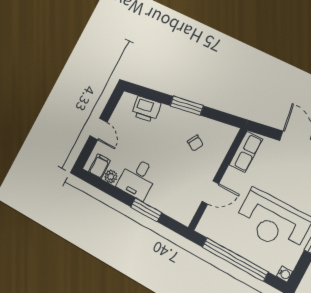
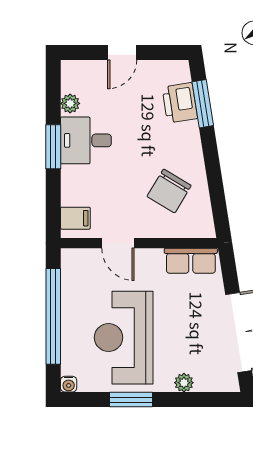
window: (187, 106) -> (203, 104), moved
chair: (195, 143) -> (169, 191), width x1.87, depth x1.87
filing cabinet: (100, 166) -> (75, 218), moved
window: (146, 210) -> (53, 147), moved

